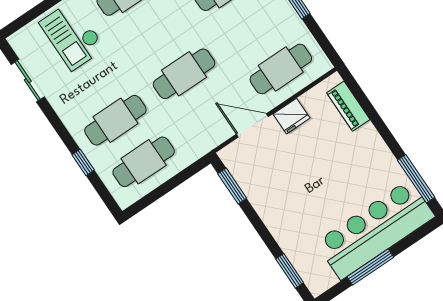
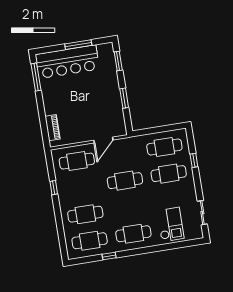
fridge: (292, 116) -> (82, 136), removed
door: (252, 125) -> (103, 140), hinge flipped
window: (232, 186) -> (124, 98), moved

